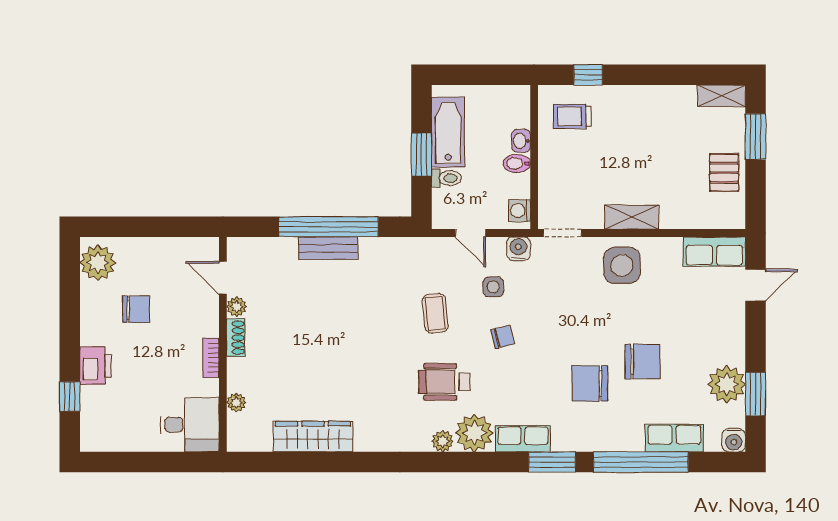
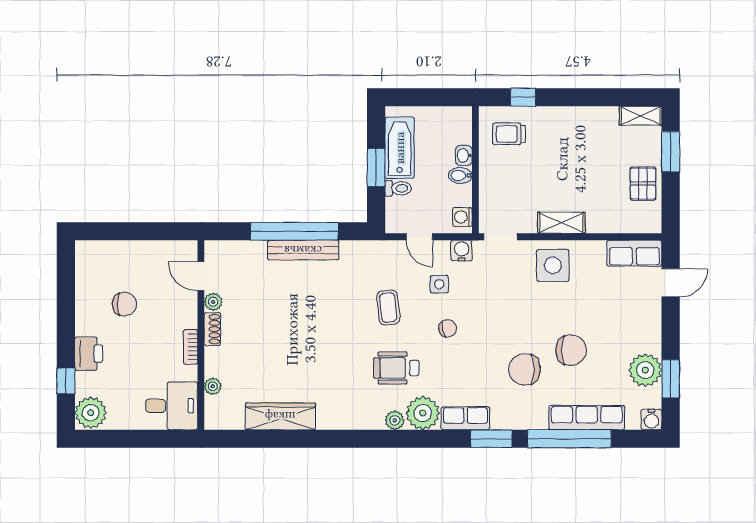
bench: (328, 248) -> (303, 250), width x1.36
plant: (98, 263) -> (91, 413), moved
row of seats: (674, 438) -> (587, 418), width x1.48

